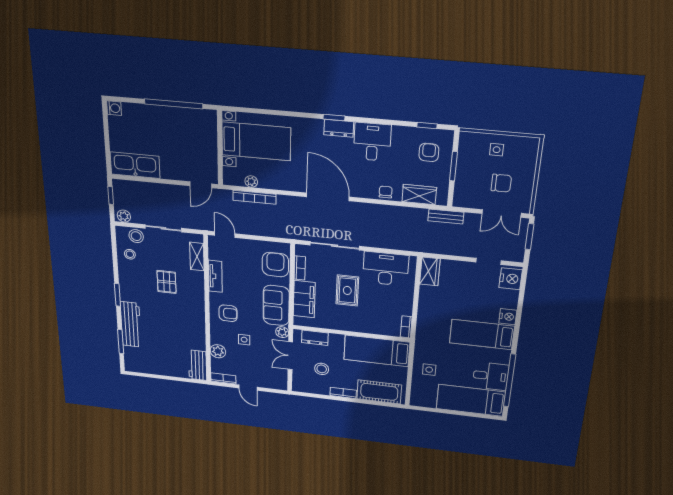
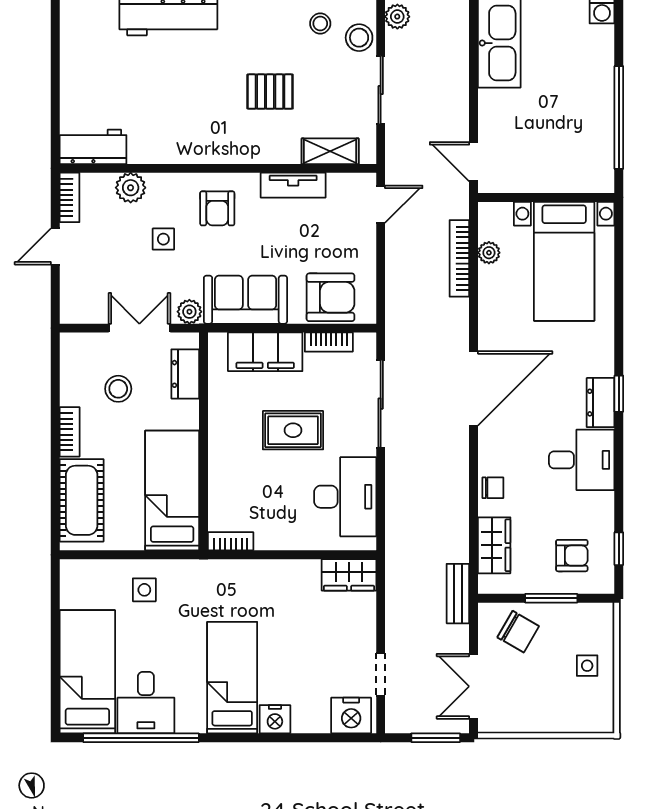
chair: (501, 183) -> (518, 632), moved, turned -60

